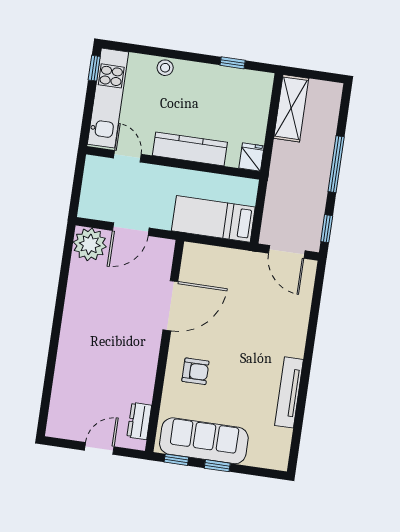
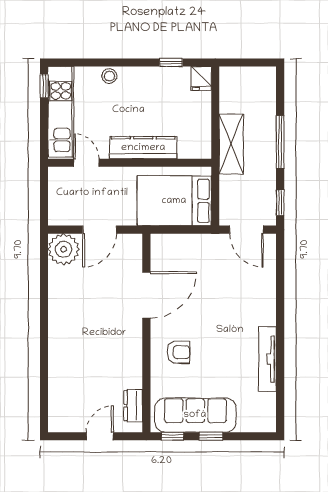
shelving: (291, 108) -> (231, 144), moved
fridge: (252, 157) -> (201, 78), moved, turned 180
bed: (213, 219) -> (174, 201), width x1.50

